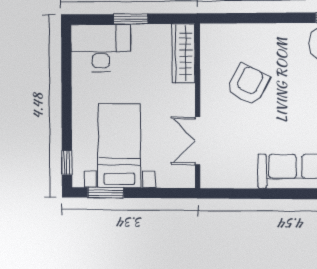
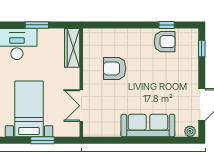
armchair: (248, 84) -> (115, 68), turned -117
window: (106, 193) -> (42, 140), moved

